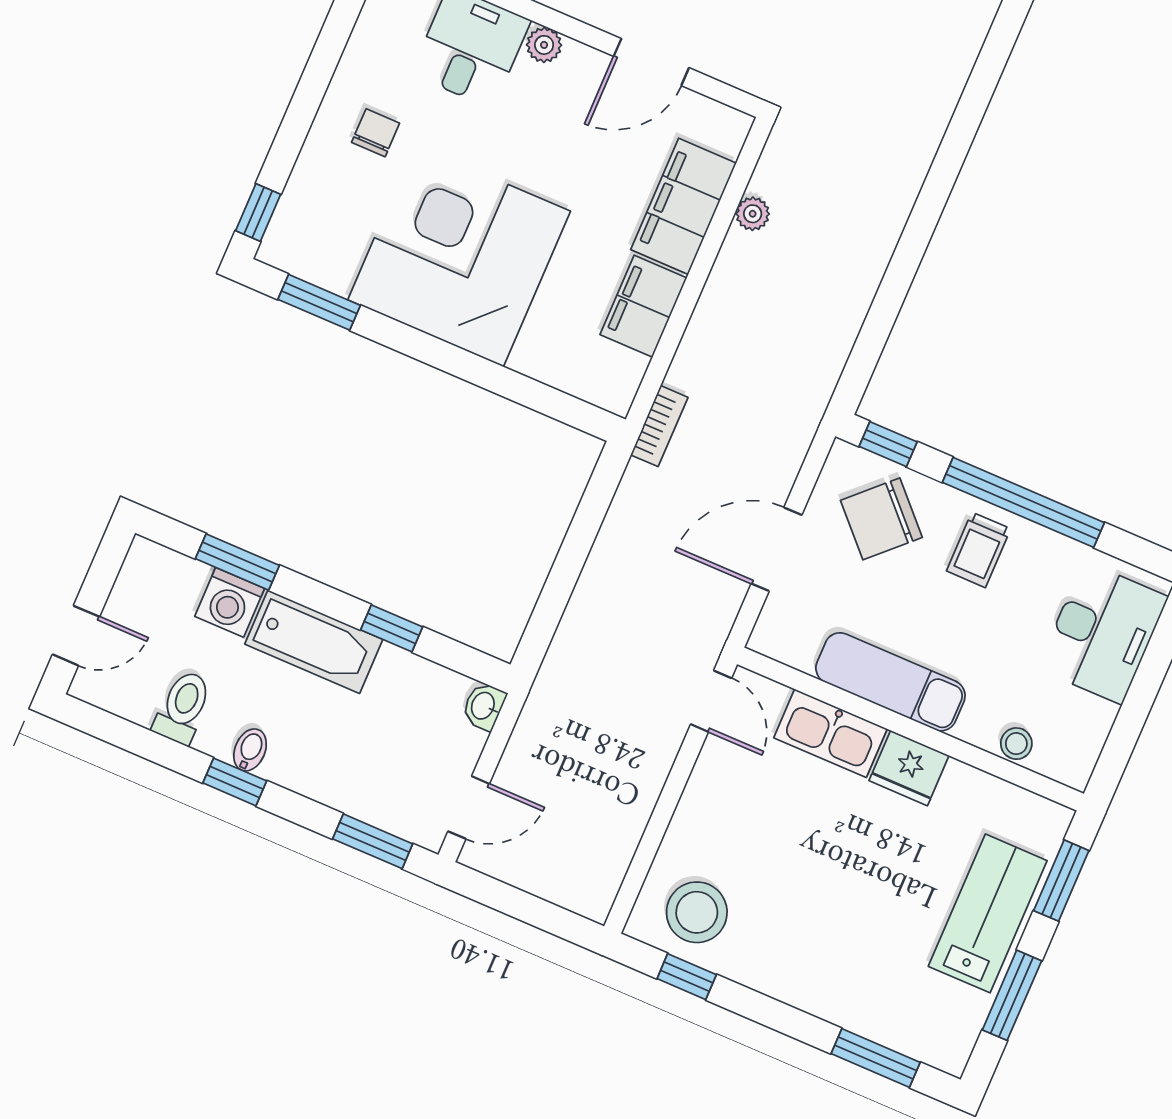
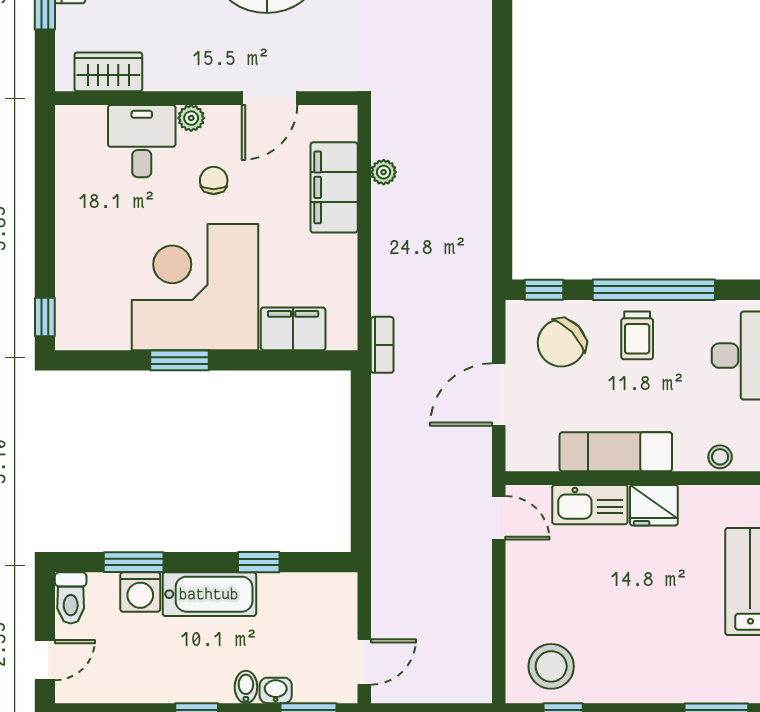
chair: (376, 133) -> (214, 180), moved
window: (319, 302) -> (180, 360), moved
filing cabinet: (643, 306) -> (293, 329), moved, turned 90
washbasin: (484, 706) -> (276, 690), moved, turned 90
toilet: (183, 707) -> (71, 598), moved, turned 180
bidet: (250, 750) -> (246, 687), moved

